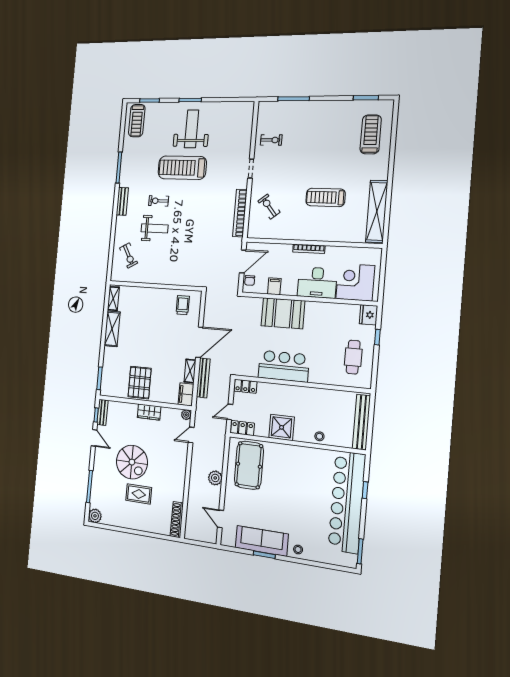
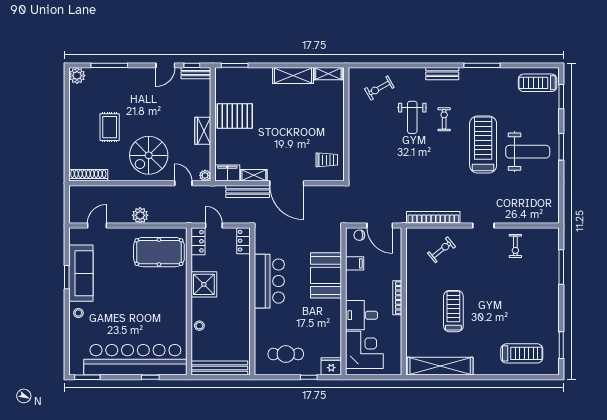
desk: (317, 283) -> (361, 315), width x0.73
spiral stairs: (132, 462) -> (149, 155), moved

